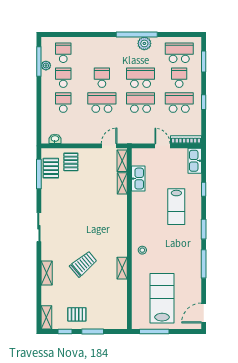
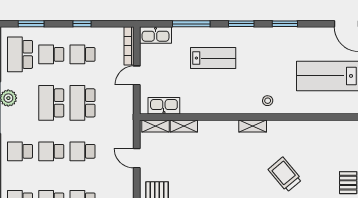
school desk: (102, 53) -> (20, 151), added
school desk: (102, 103) -> (83, 151), width x0.54
school desk: (179, 103) -> (83, 54), width x0.54
door: (109, 146) -> (137, 158), moved
kitchen sink: (138, 179) -> (164, 106), moved
window: (204, 189) -> (191, 24), width x2.17
window: (204, 264) -> (285, 24), width x0.69
shelving: (122, 268) -> (253, 126), moved

